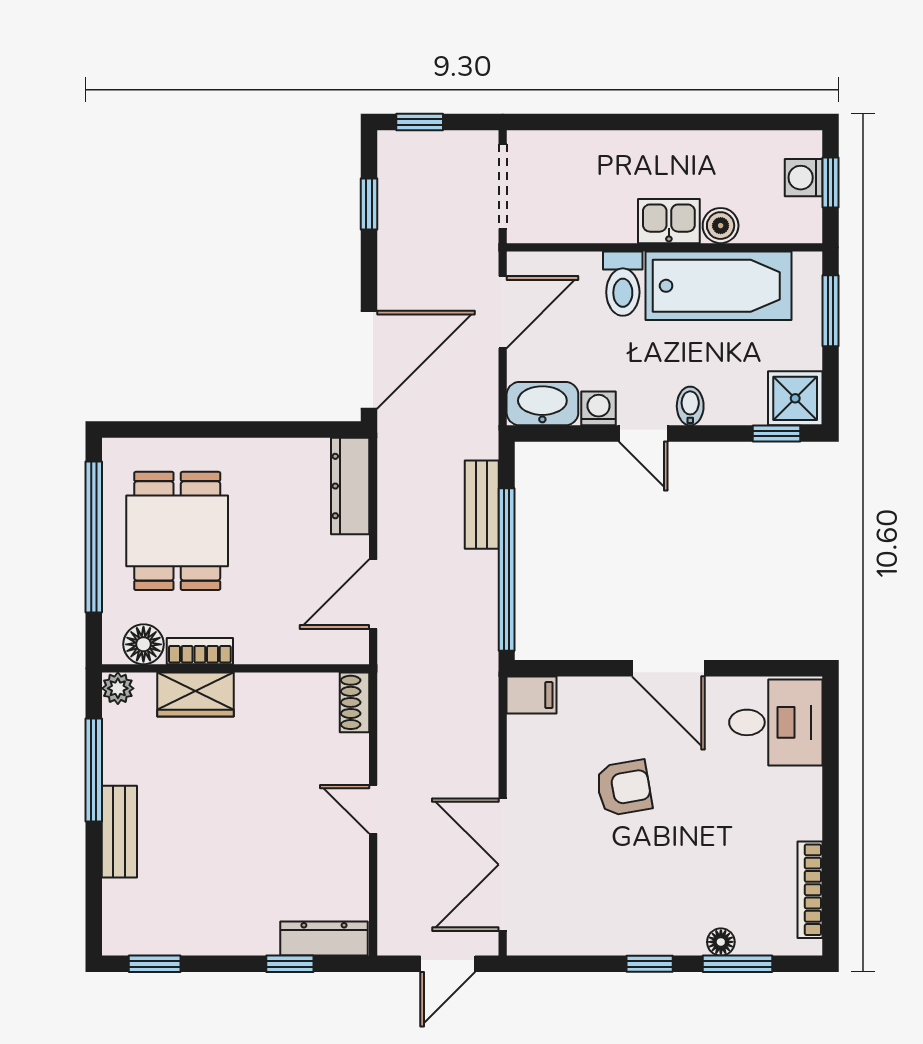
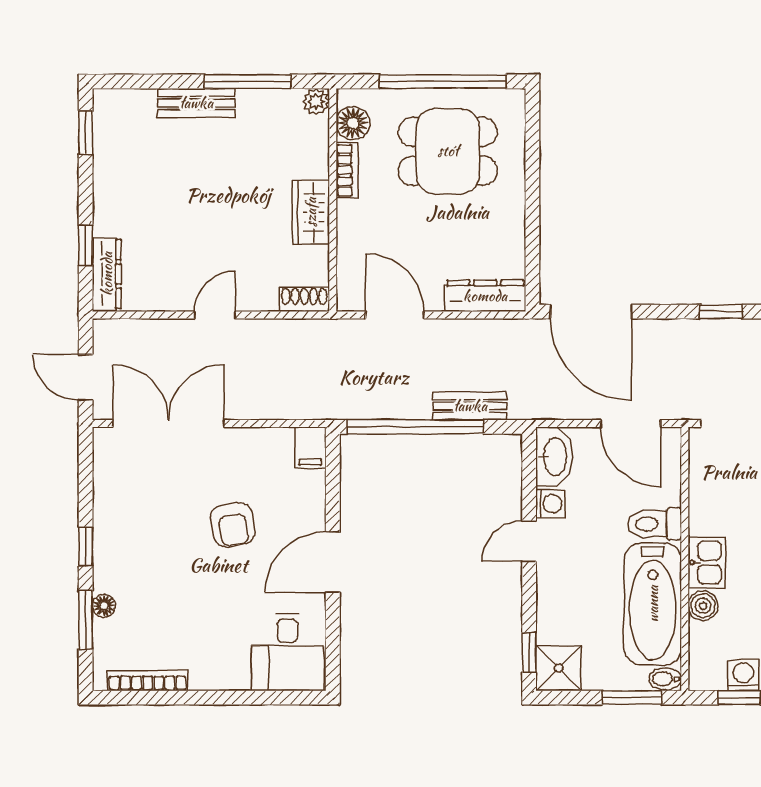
bidet: (690, 406) -> (665, 679), moved, turned 180
wardrobe: (195, 695) -> (311, 212), moved

